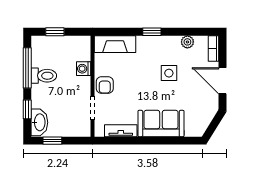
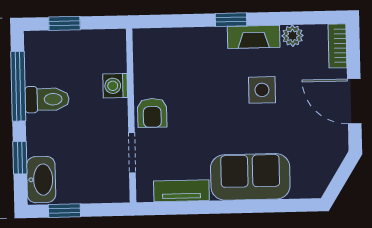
fireplace: (115, 44) -> (254, 37), moved, width x0.73, depth x0.76

